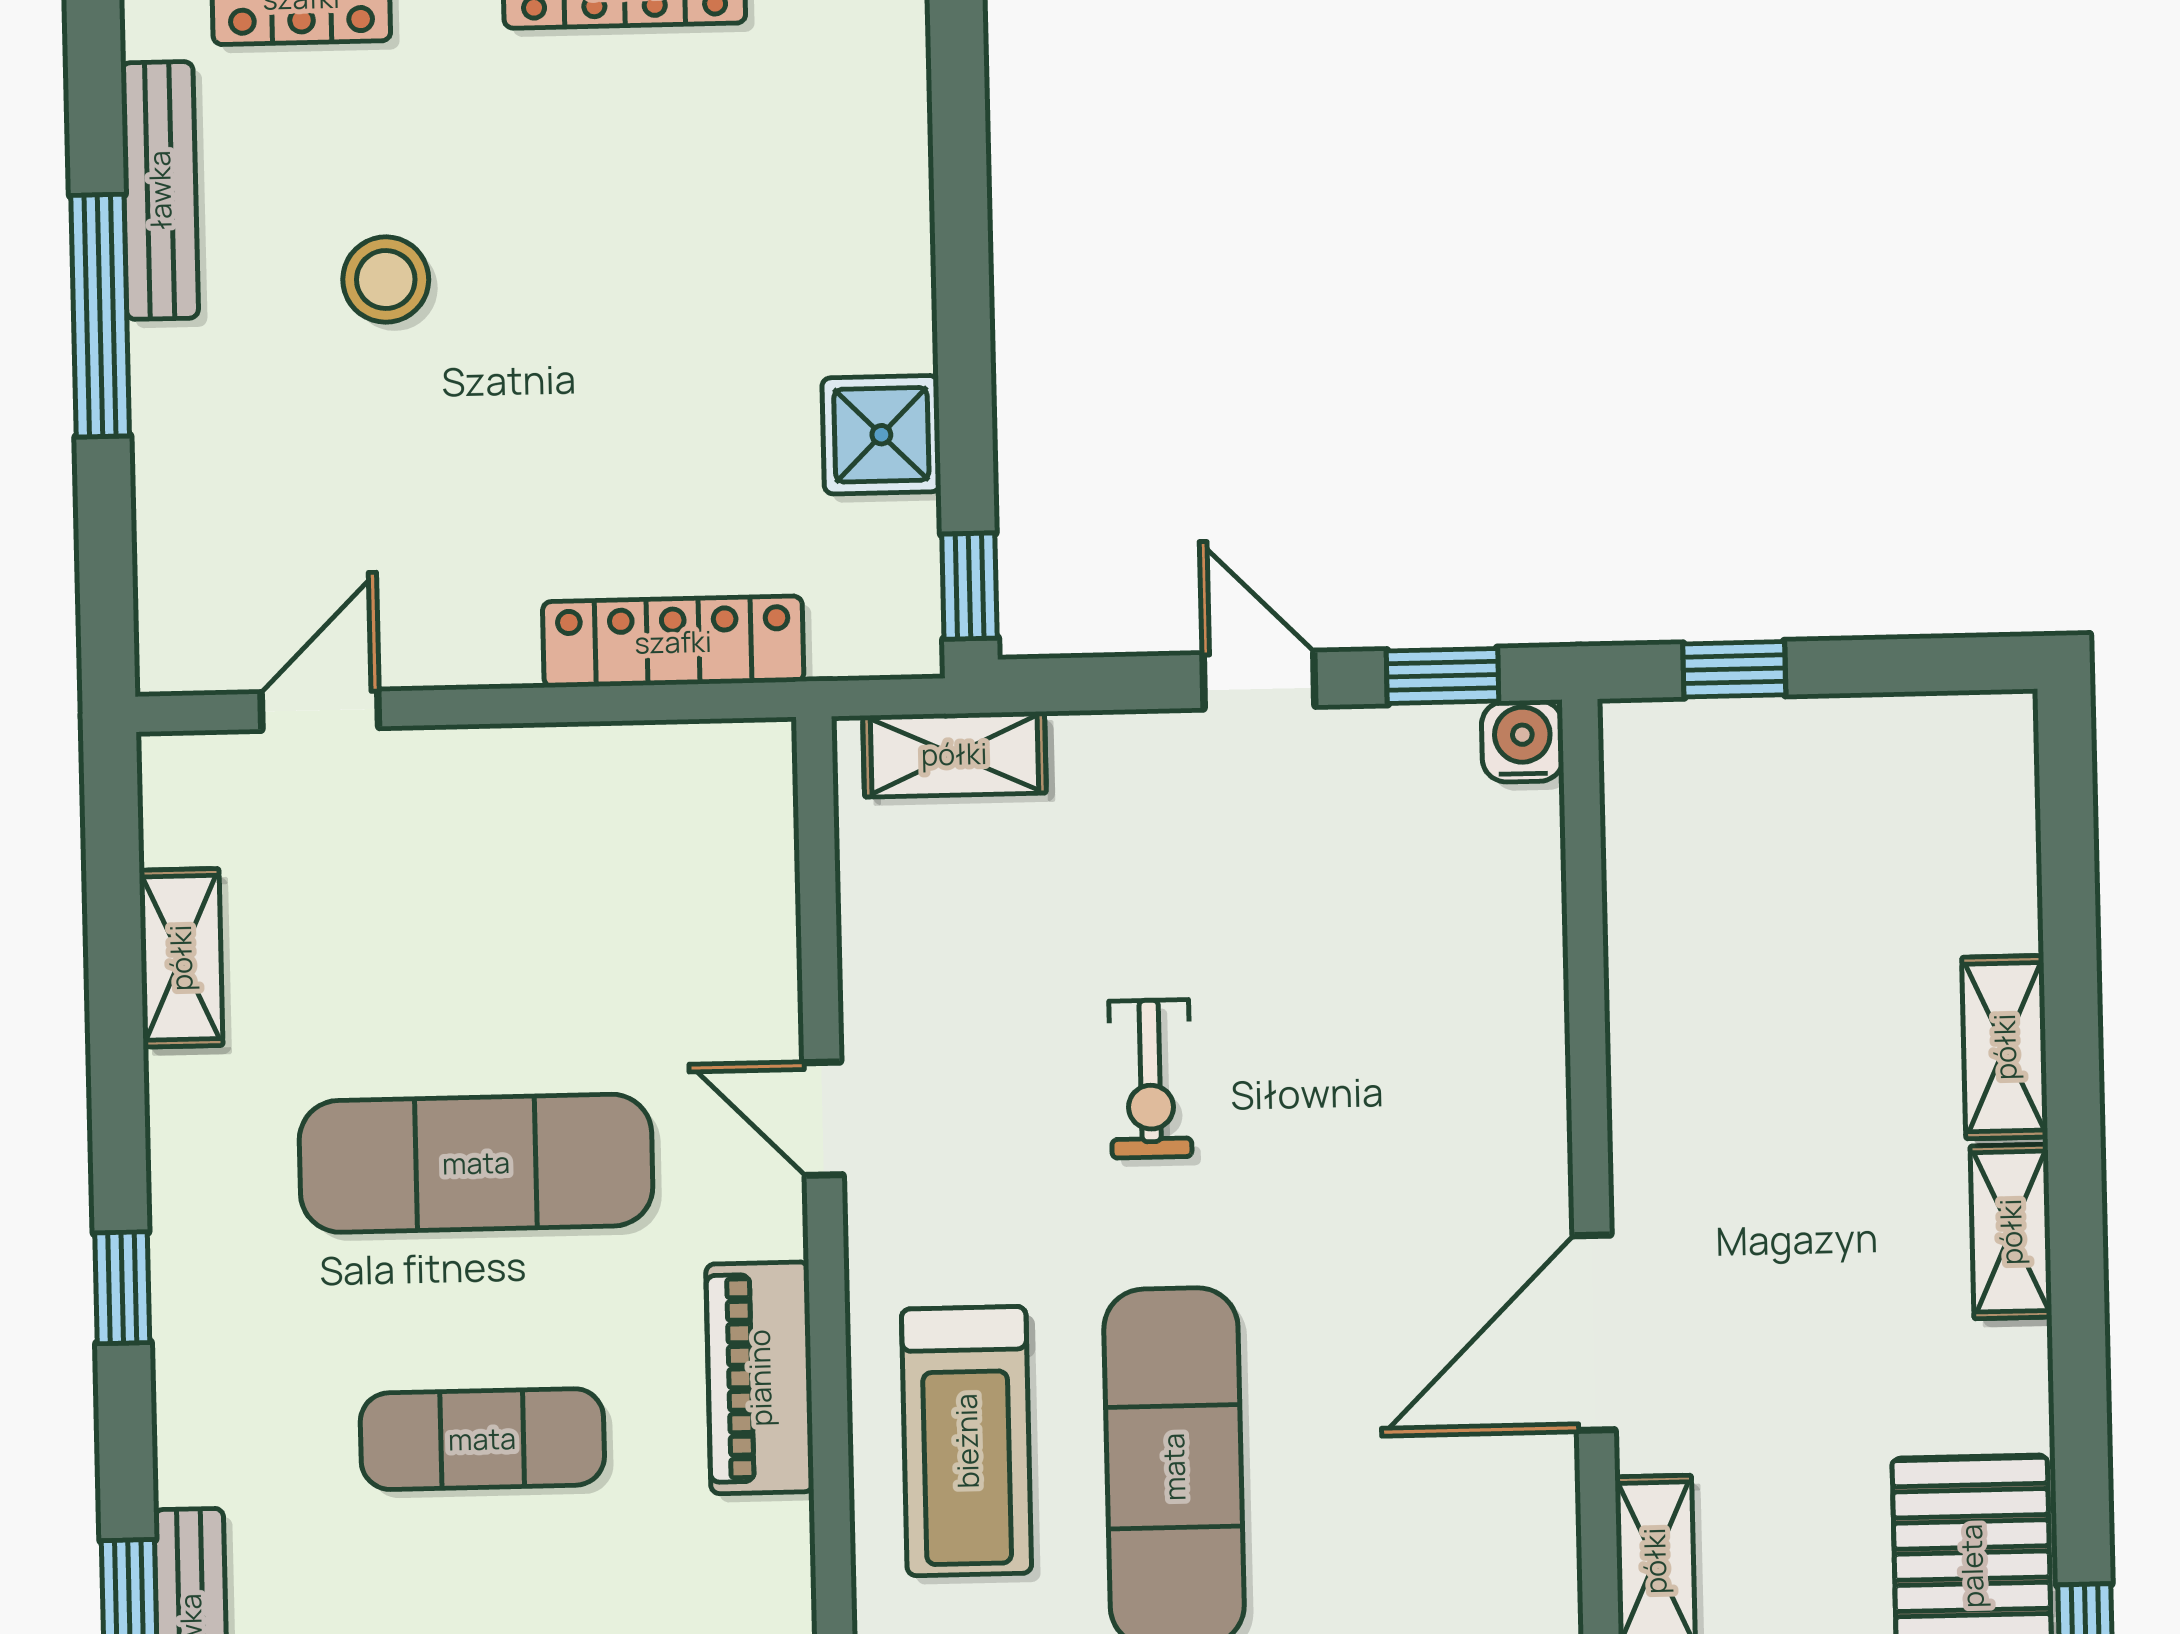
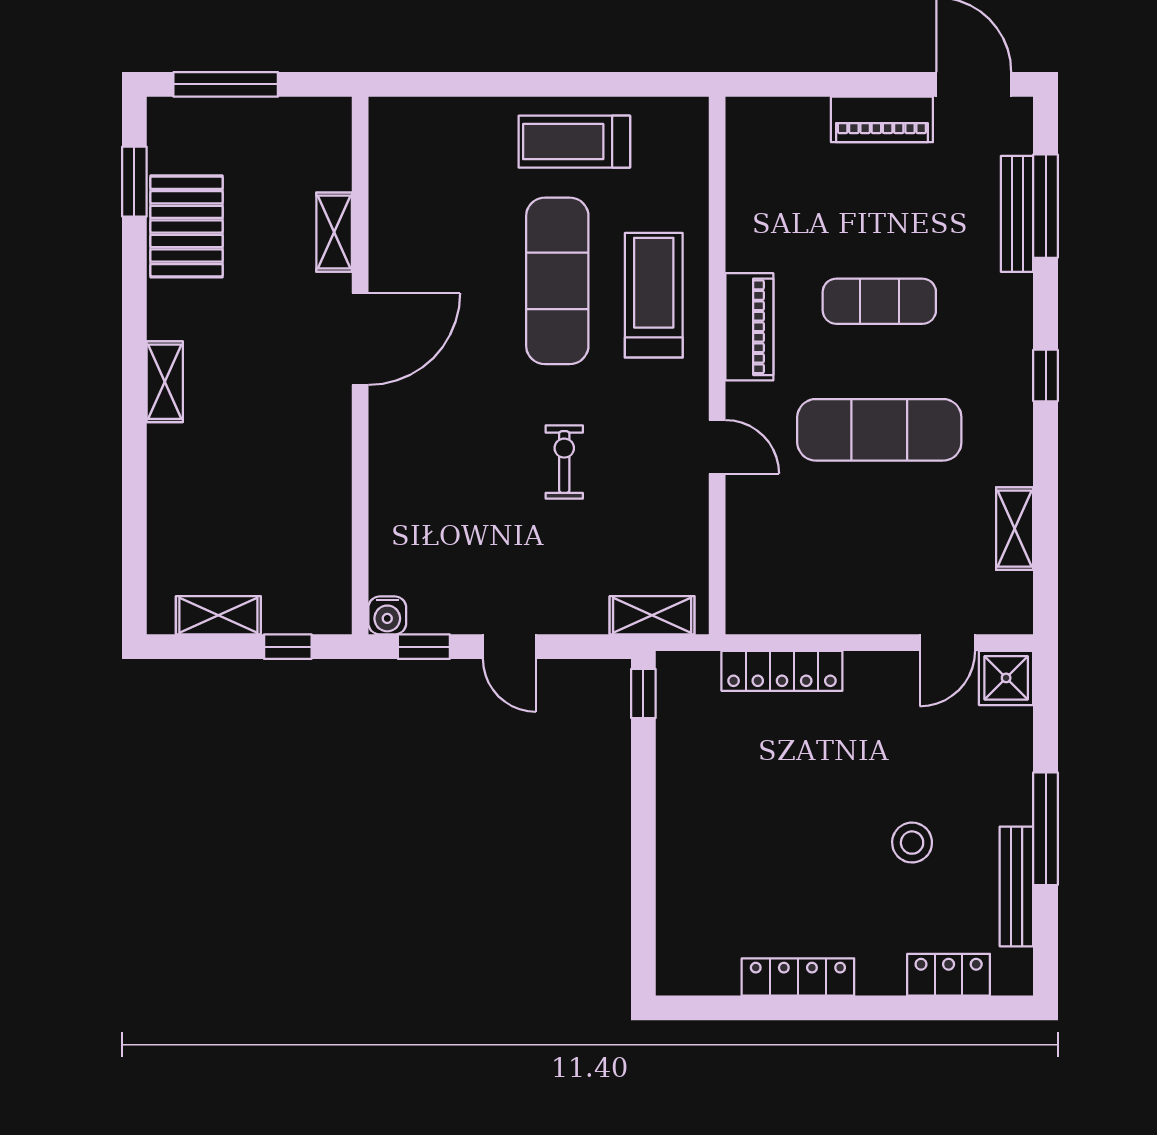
shower: (881, 435) -> (1006, 678), moved
shelving: (2005, 1047) -> (218, 615), moved, turned 90

